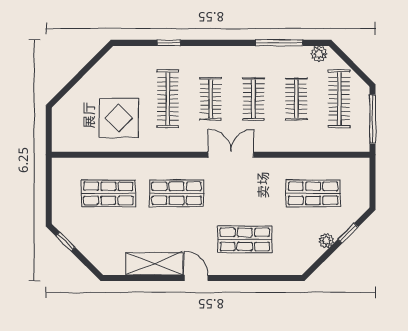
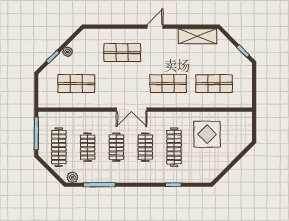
shelving: (154, 264) -> (197, 36), moved
door: (196, 278) -> (155, 27), swing flipped

